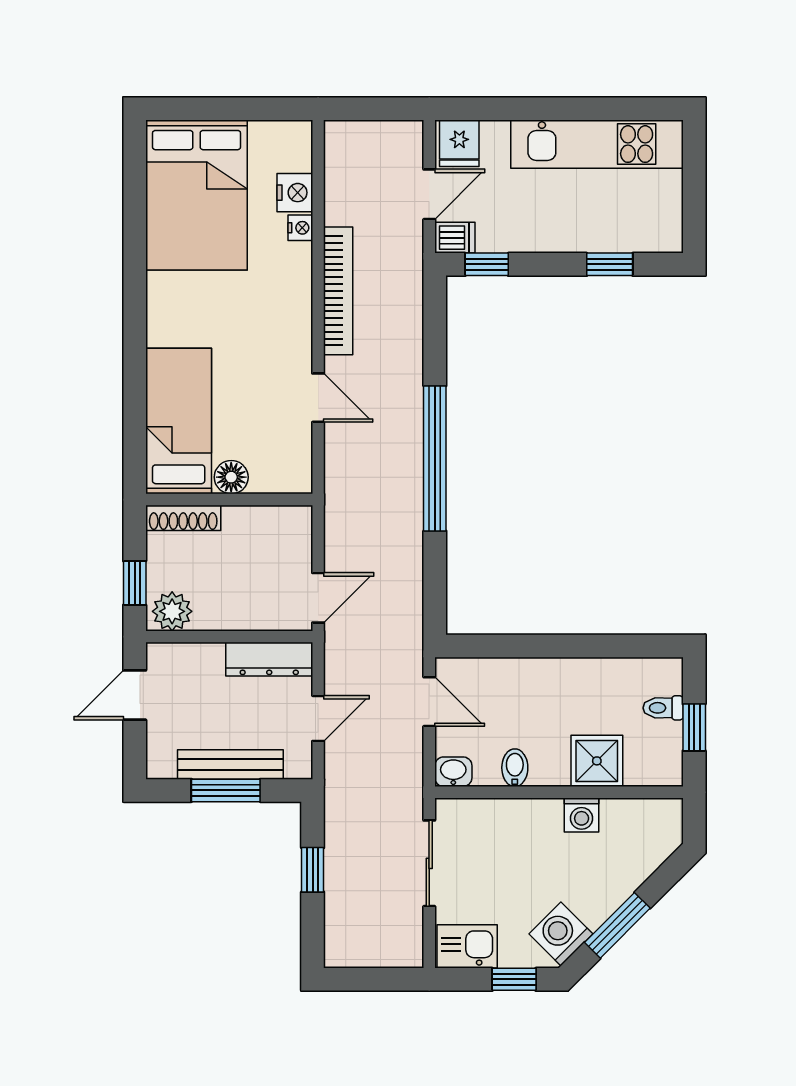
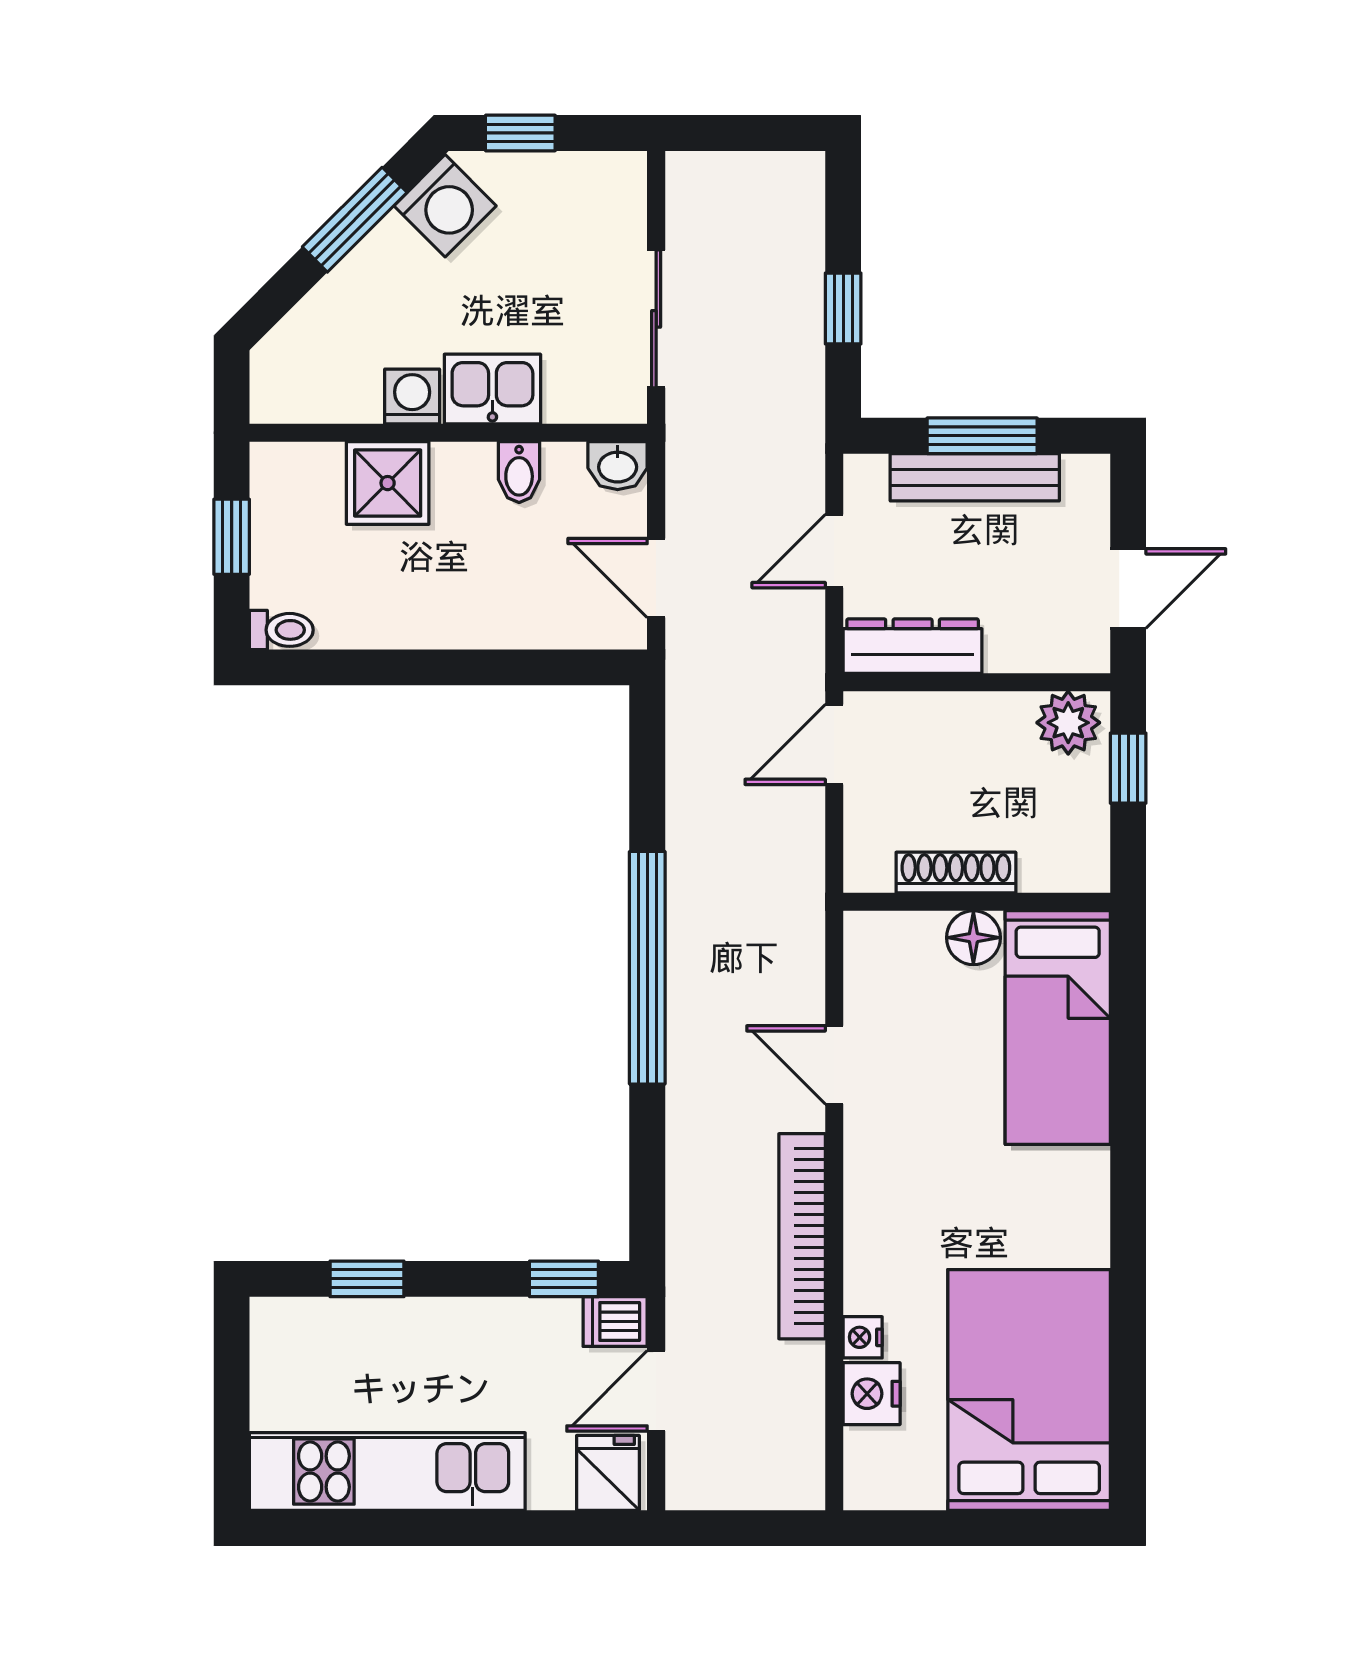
shoe rack: (183, 518) -> (956, 873), moved
toilet: (663, 708) -> (281, 630), moved
kitchen sink: (467, 946) -> (492, 389), moved, turned 180

